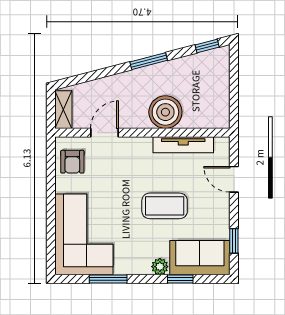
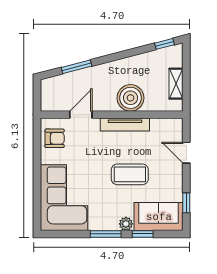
window: (149, 61) -> (77, 67), moved
shelving: (63, 110) -> (176, 84), moved
tv unit: (183, 145) -> (125, 125), moved
armchair: (72, 162) -> (55, 138), turned -90
window: (108, 279) -> (106, 234), moved

